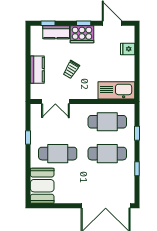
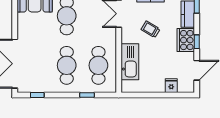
kitchen sink: (116, 90) -> (130, 62), moved
window: (137, 169) -> (37, 95), moved

